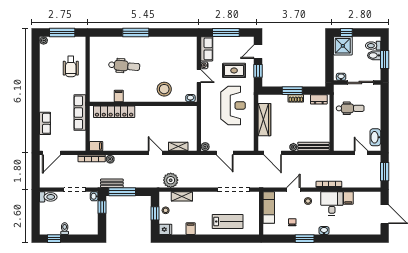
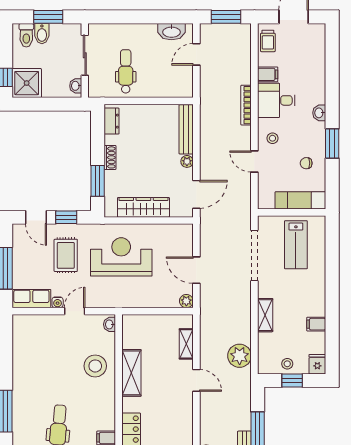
window: (292, 91) -> (98, 181), moved
shelving: (160, 112) -> (131, 373), added
door: (155, 153) -> (196, 380), swing flipped
door: (225, 153) -> (196, 270), swing flipped
shelving: (182, 196) -> (265, 315), moved
trolley: (369, 198) -> (268, 41), added
exam couch: (269, 208) -> (300, 200), moved
lab bench: (228, 221) -> (296, 245), moved, turned 180

